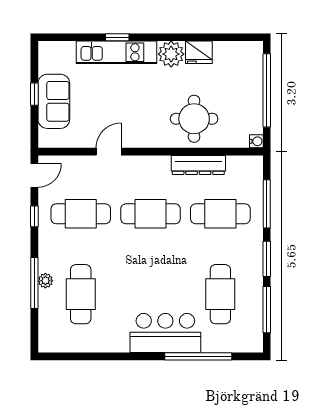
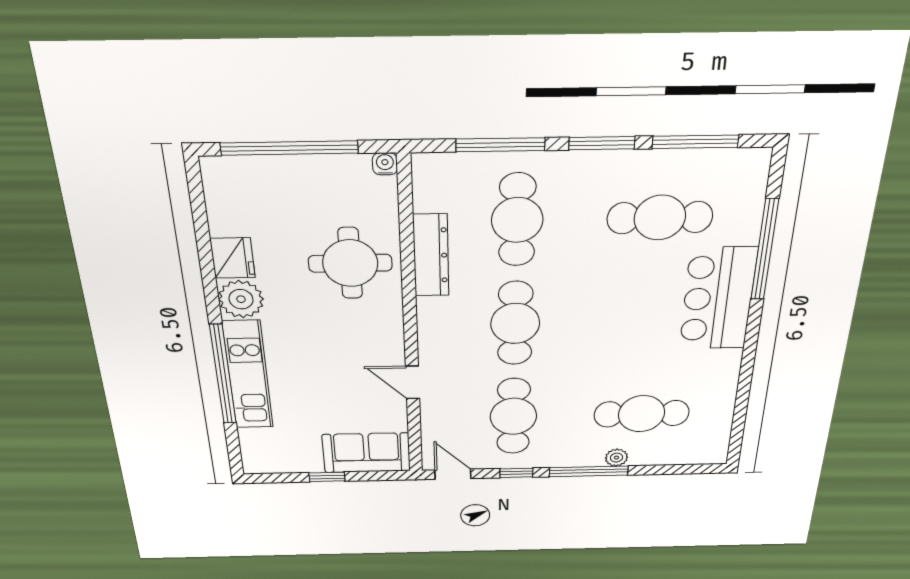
window: (117, 37) -> (223, 375), width x3.17
sofa: (54, 101) -> (367, 453), moved
window: (34, 283) -> (589, 471), moved

